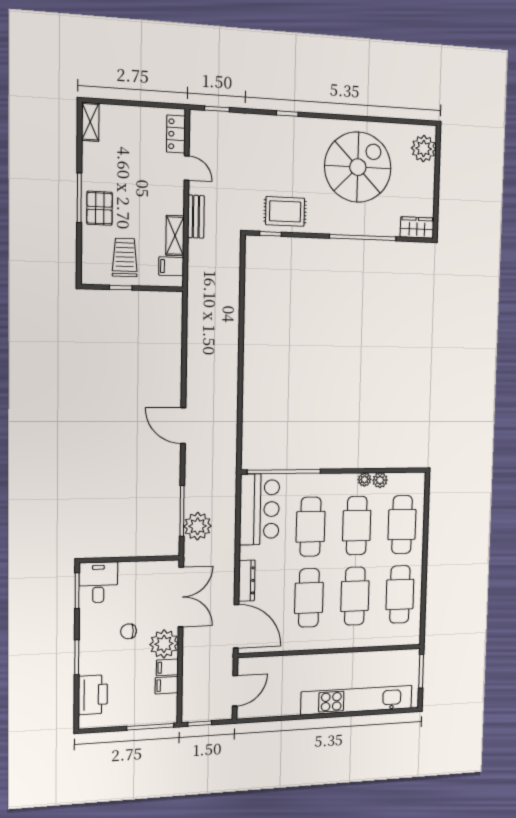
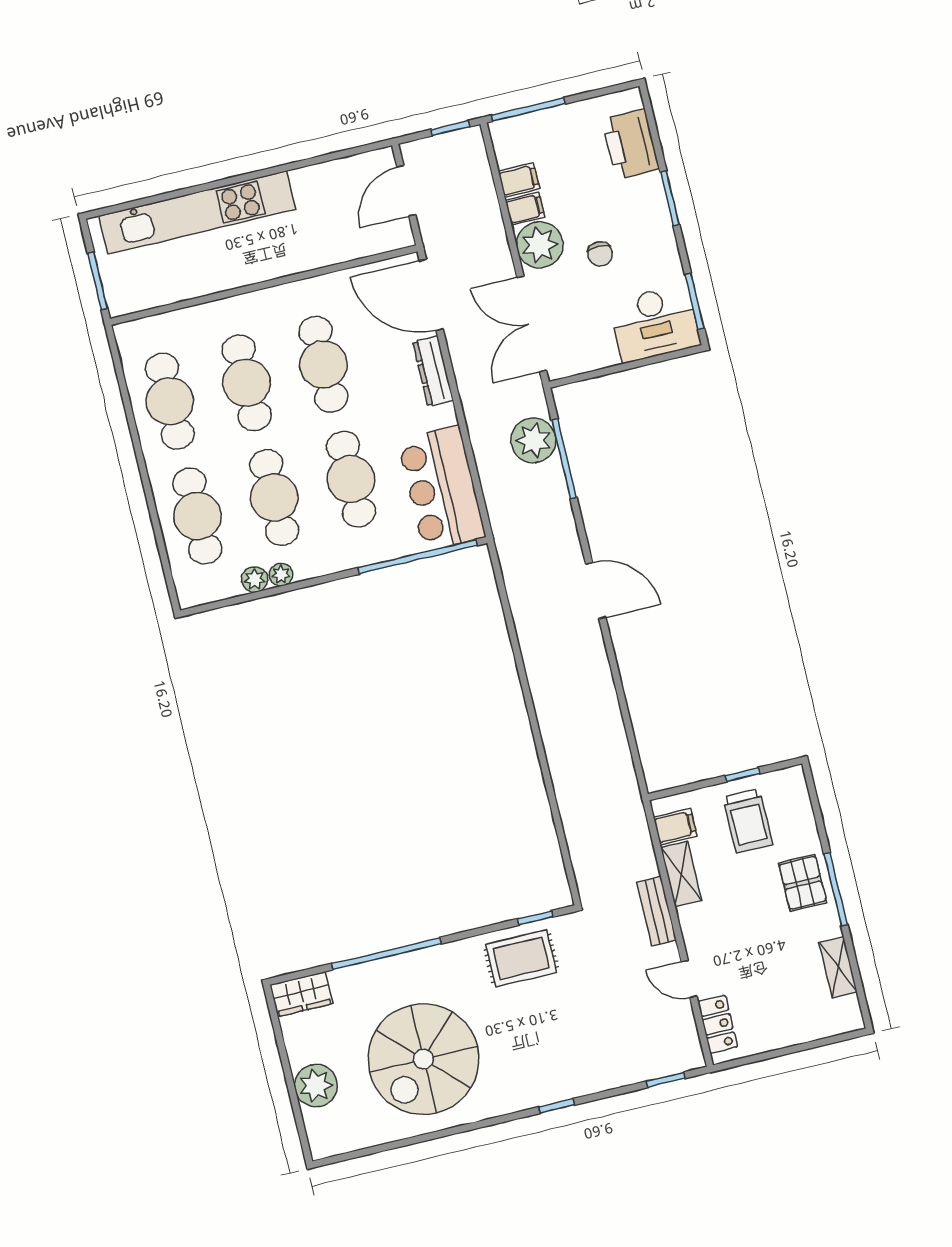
shelving: (90, 122) -> (838, 967), moved
plant: (424, 149) -> (316, 1086), moved
desk: (98, 582) -> (655, 323), width x1.37
chair: (129, 631) -> (600, 254), turned 90

